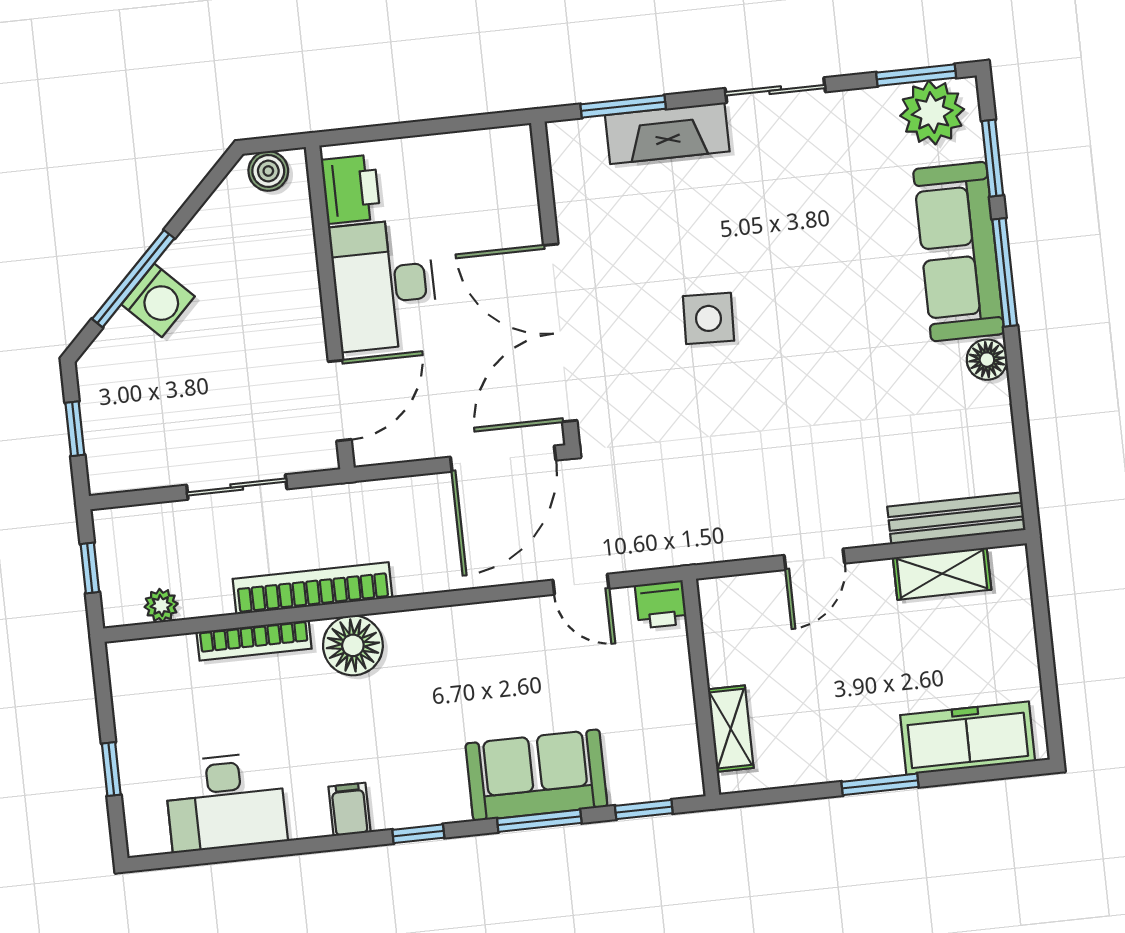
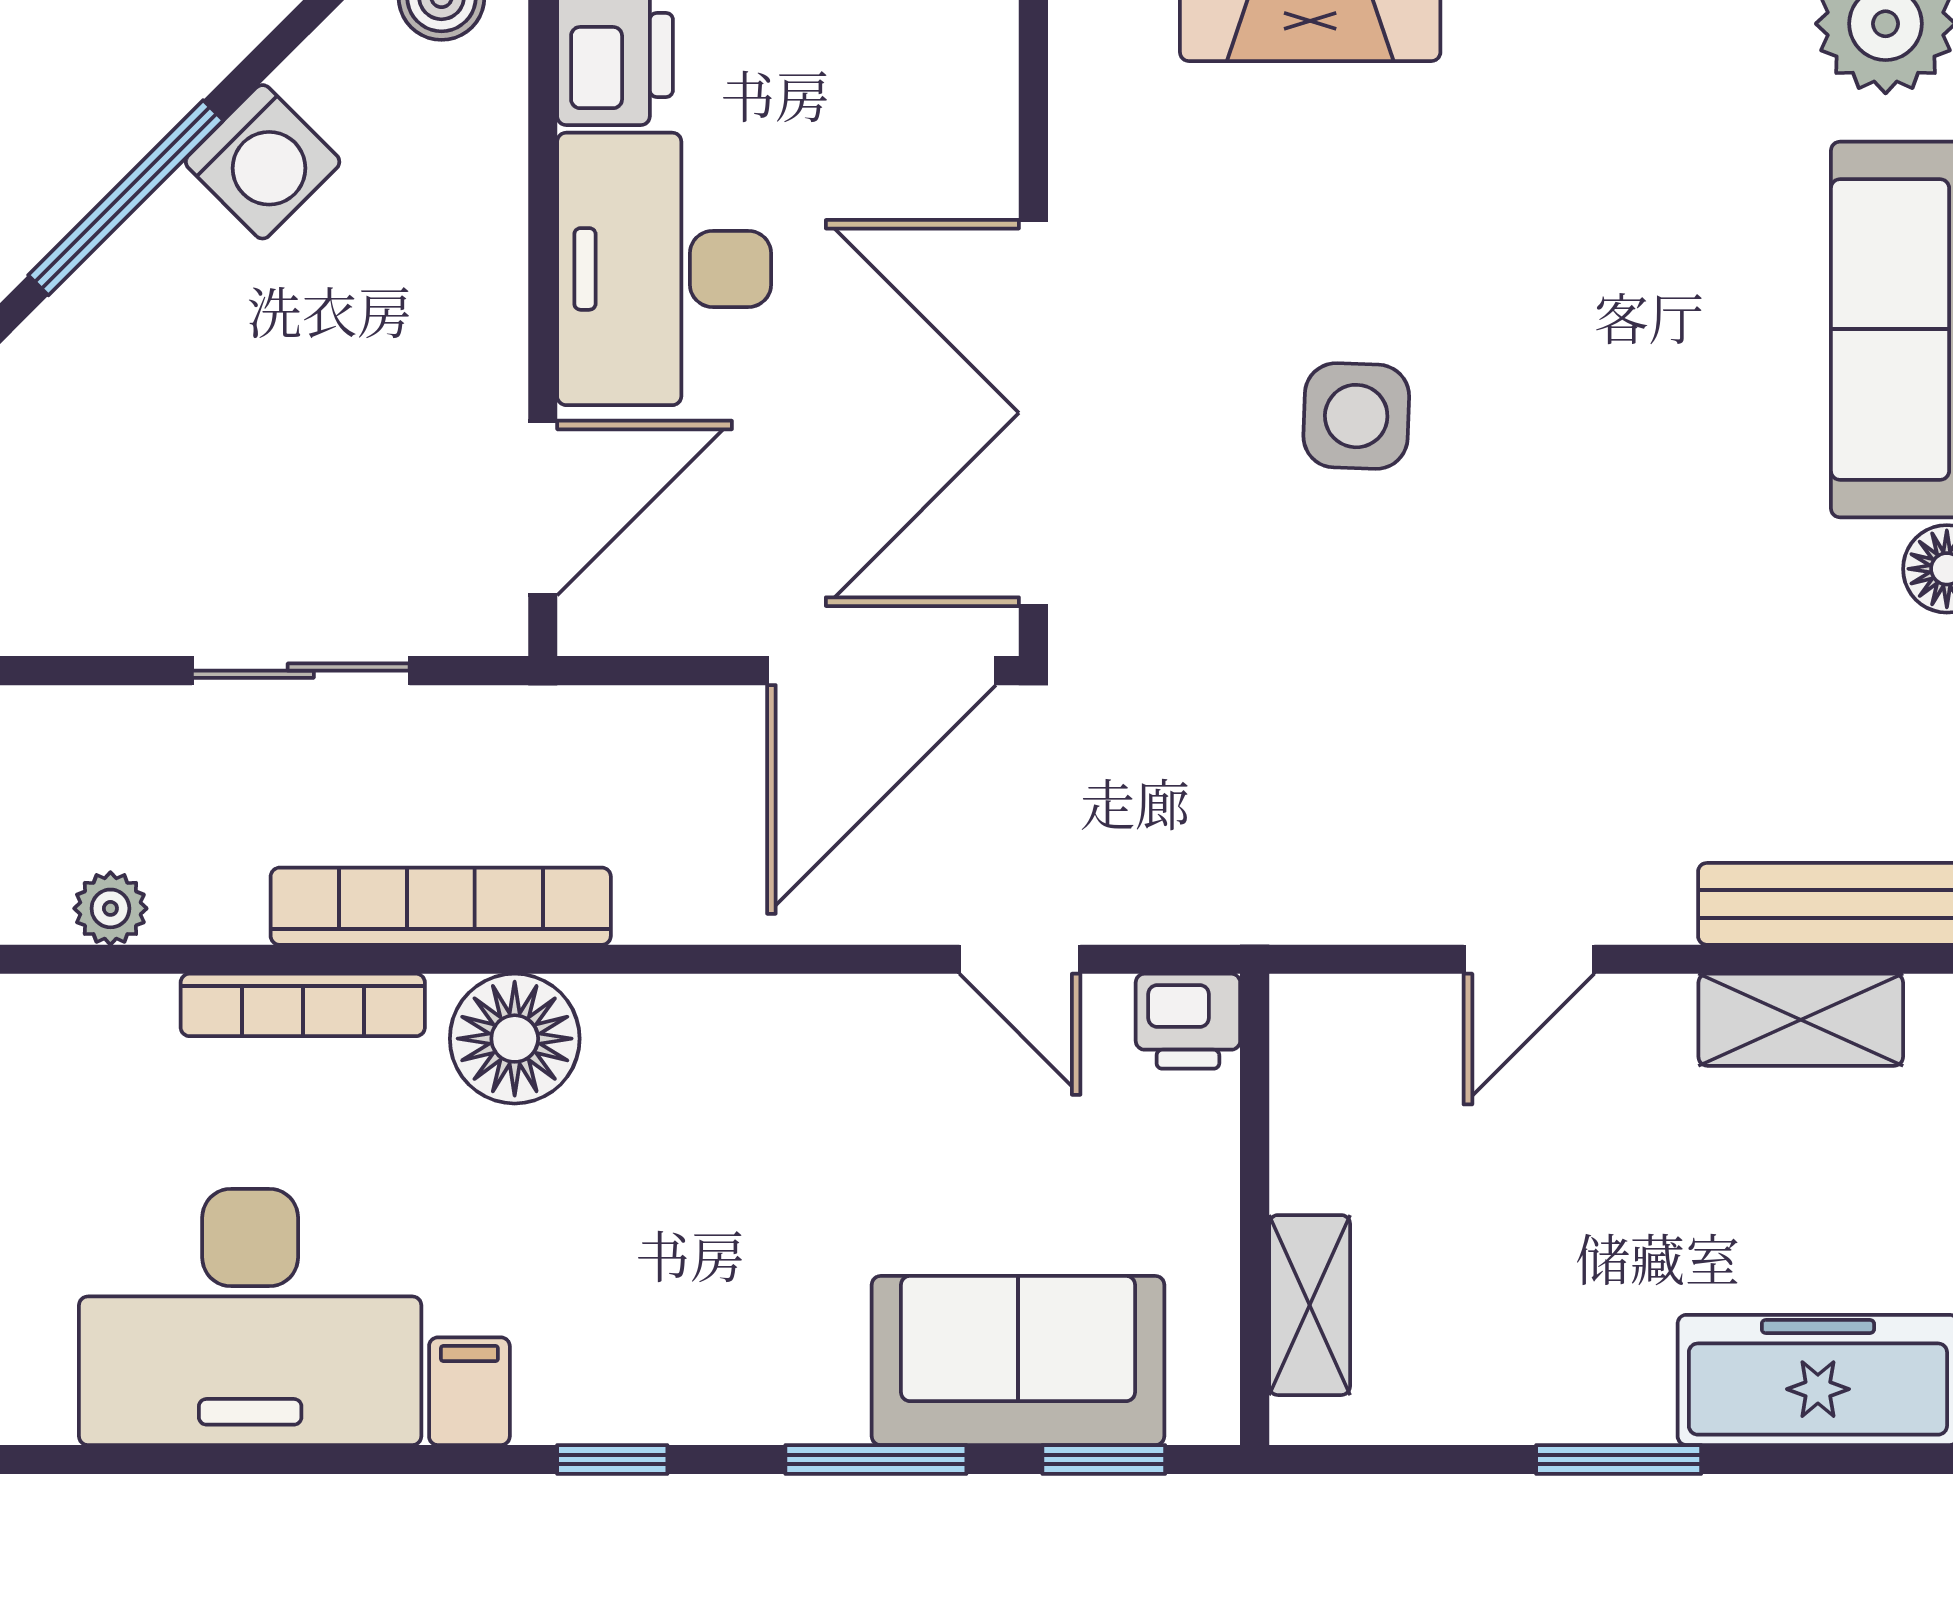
washing machine: (158, 300) -> (263, 162), moved
sofa: (536, 775) -> (1018, 1361), moved
desk: (226, 802) -> (250, 1317), width x1.36, depth x1.30

